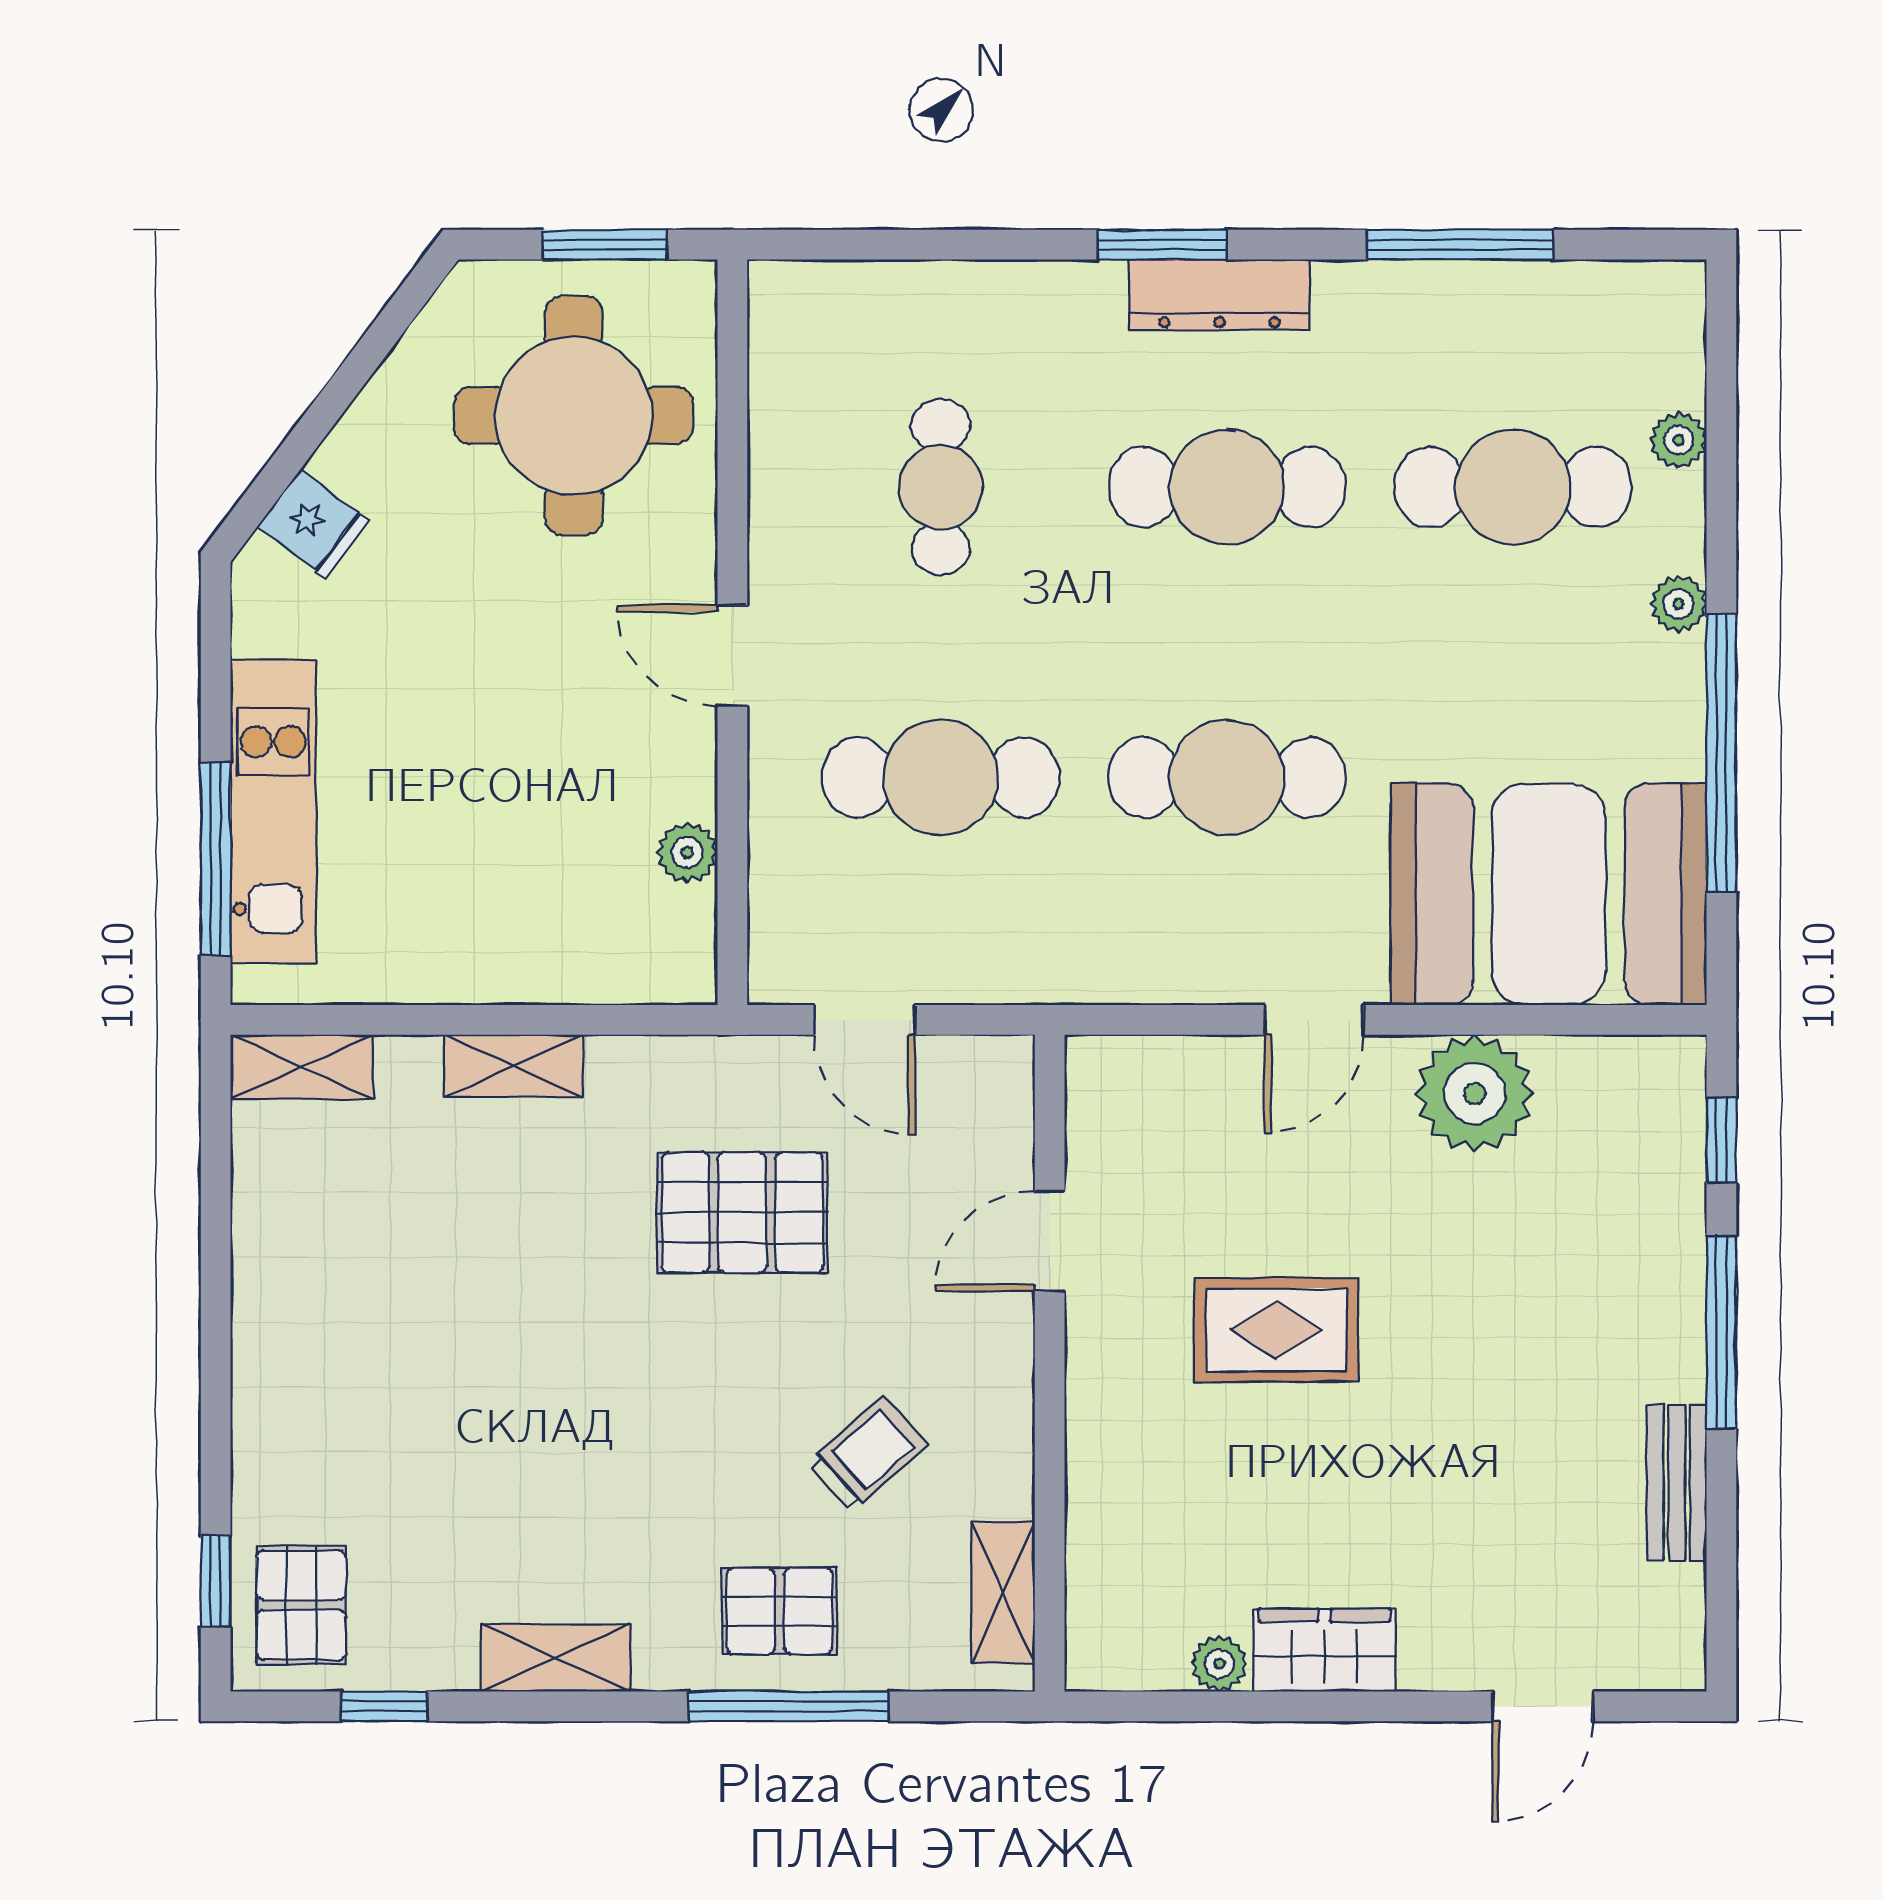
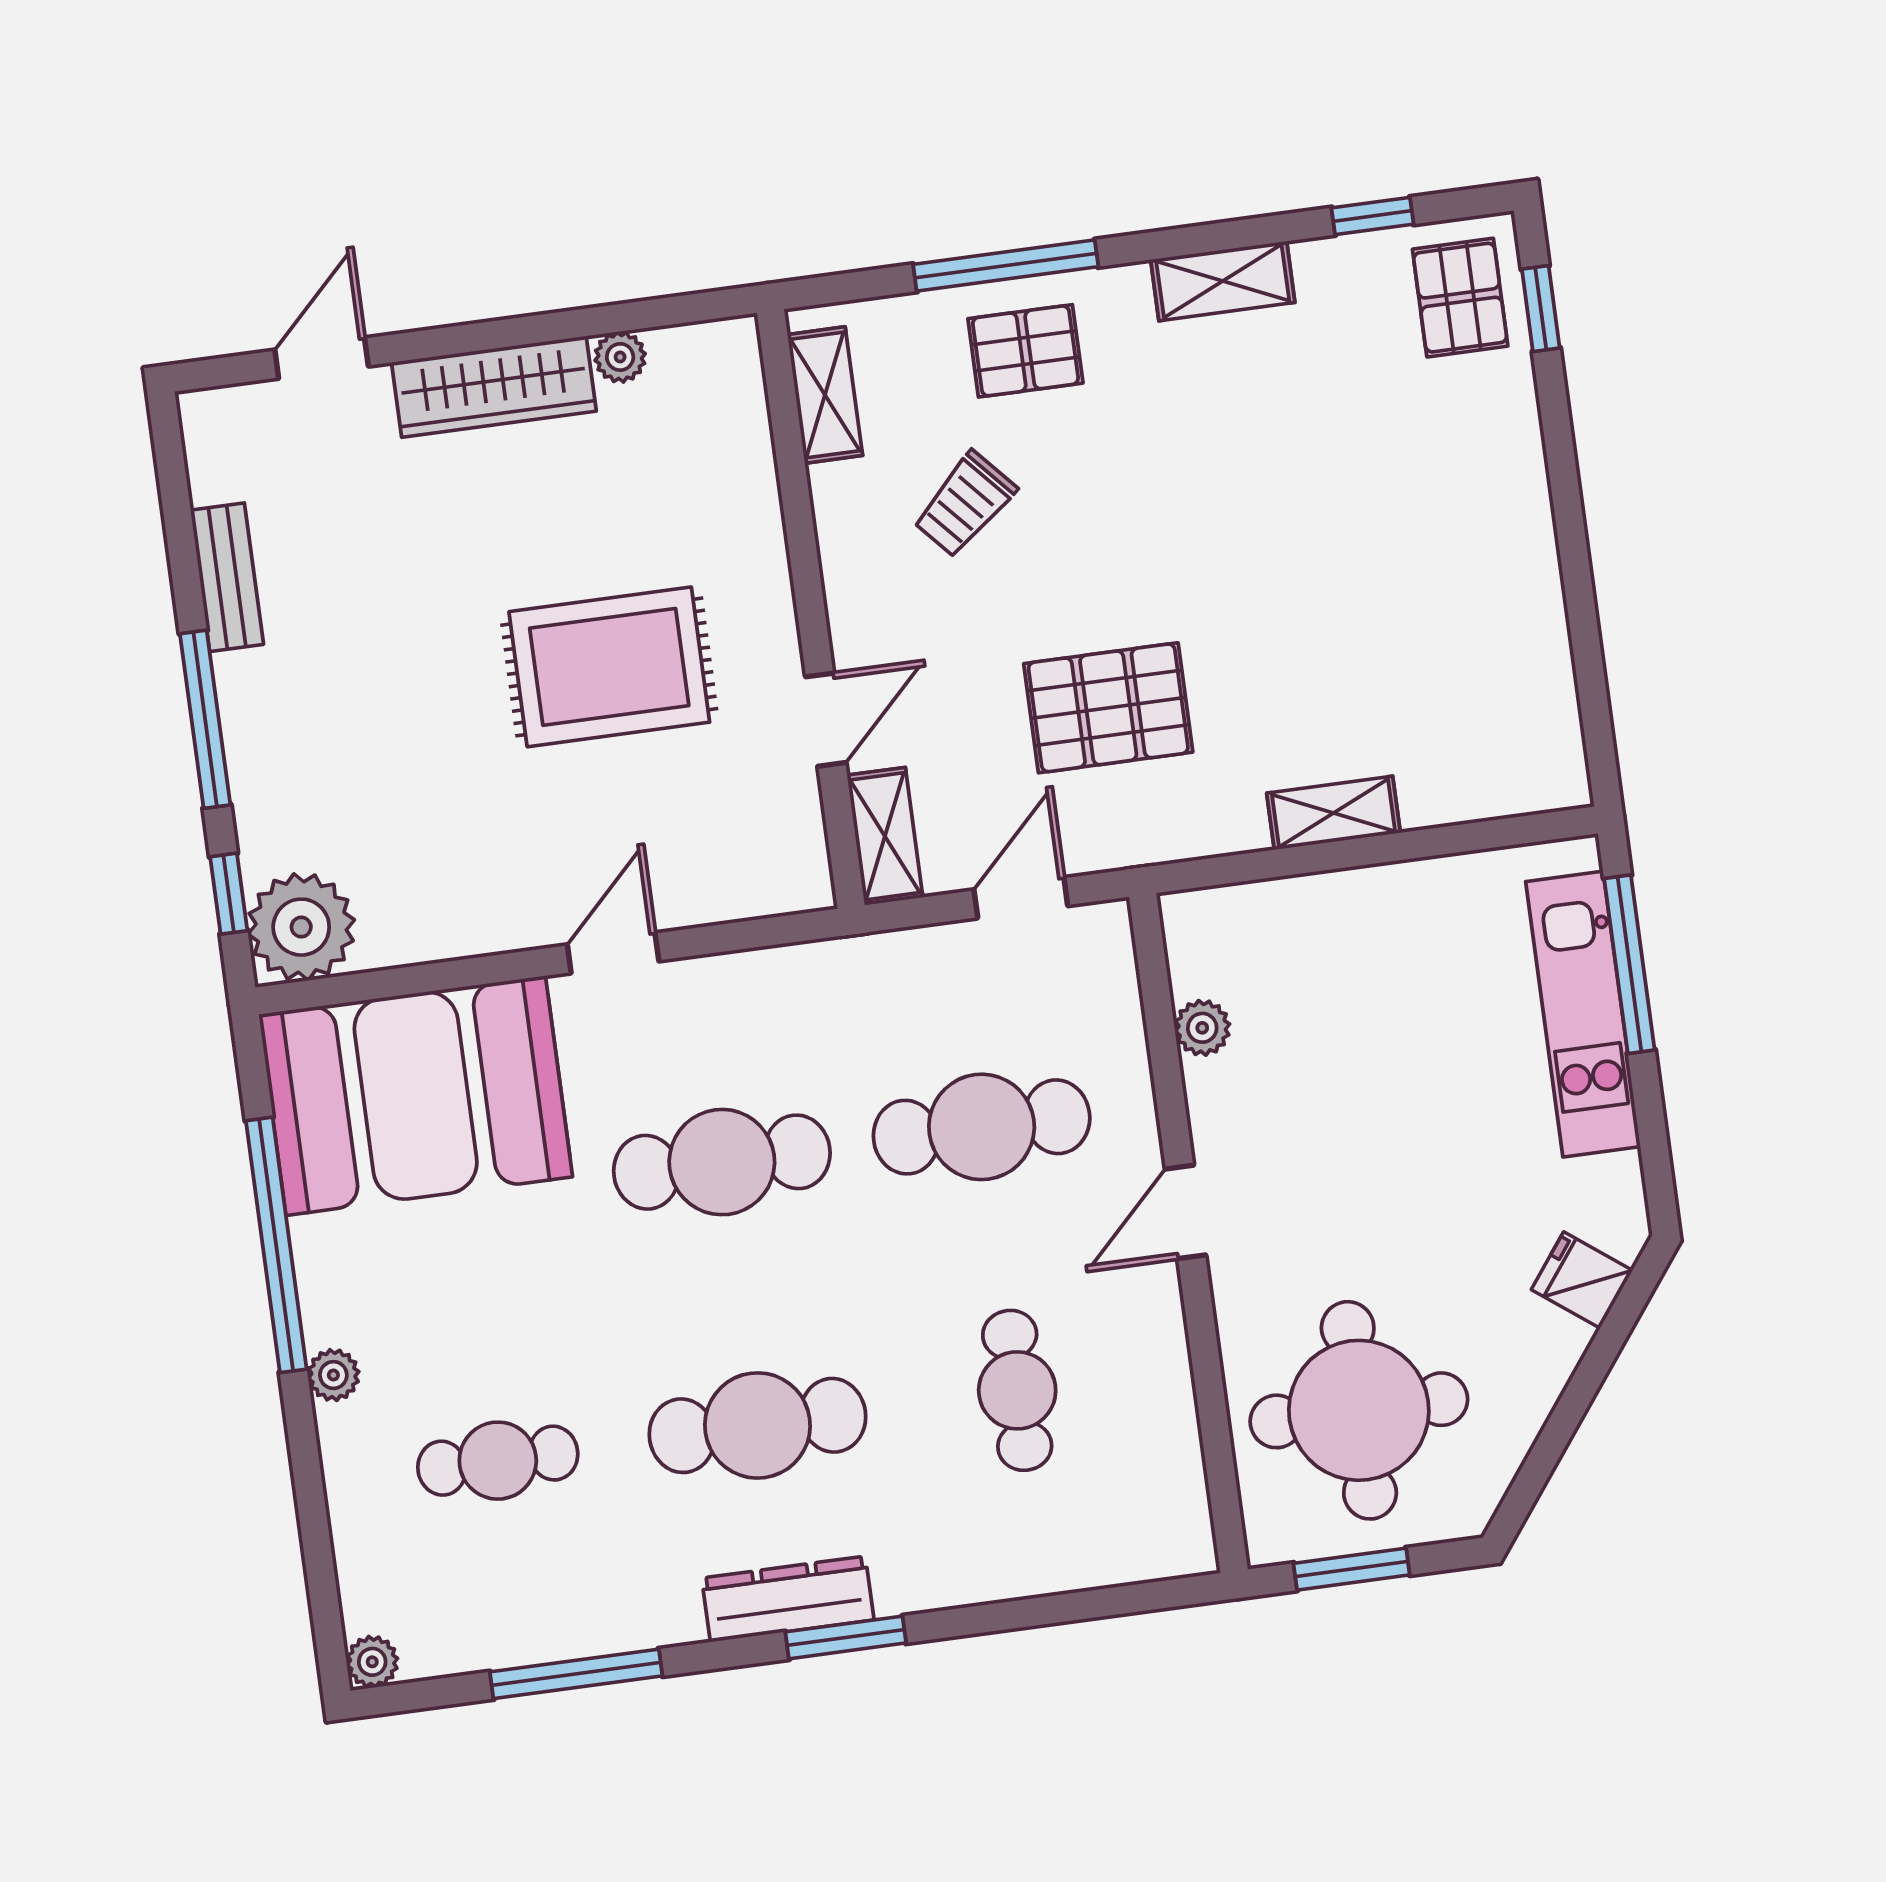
plant: (1679, 440) -> (372, 1662), moved
cafe table: (1513, 487) -> (498, 1461), width x0.73, depth x0.74
door: (732, 656) -> (1186, 1212), swing flipped
door: (865, 1020) -> (1021, 898), hinge flipped
shelving: (302, 1067) -> (885, 836), moved, turned 90
plant: (1475, 1093) -> (301, 927), moved
rug: (1276, 1330) -> (609, 667), width x1.36, depth x1.43
wardrobe: (1324, 1650) -> (494, 387), width x1.50

